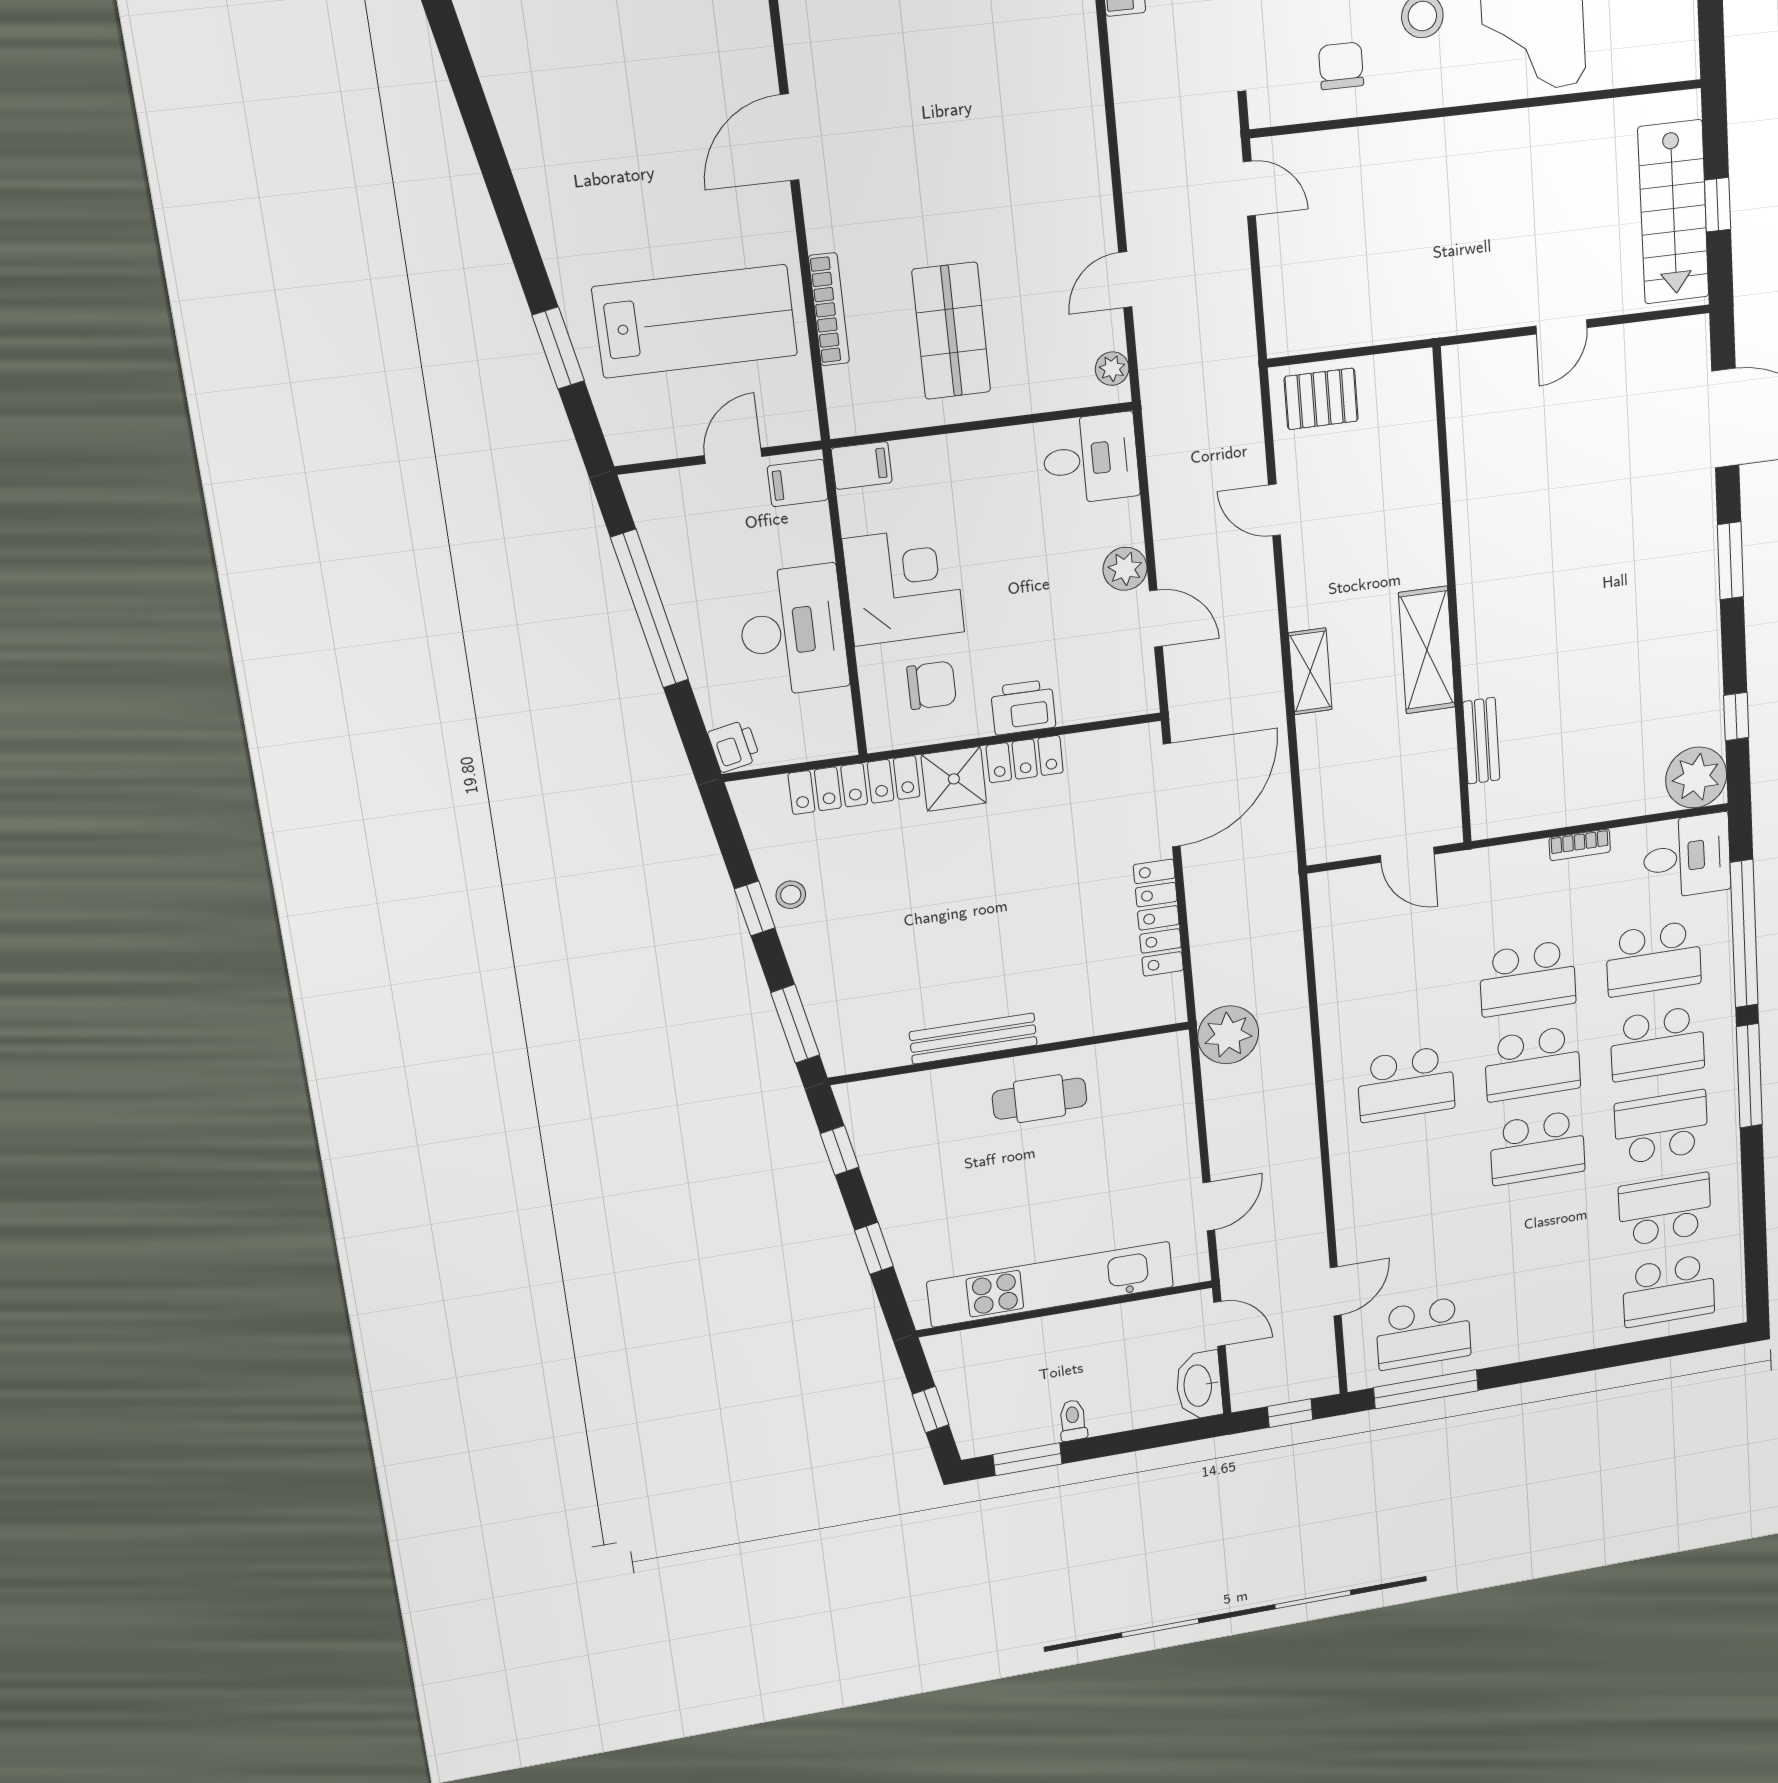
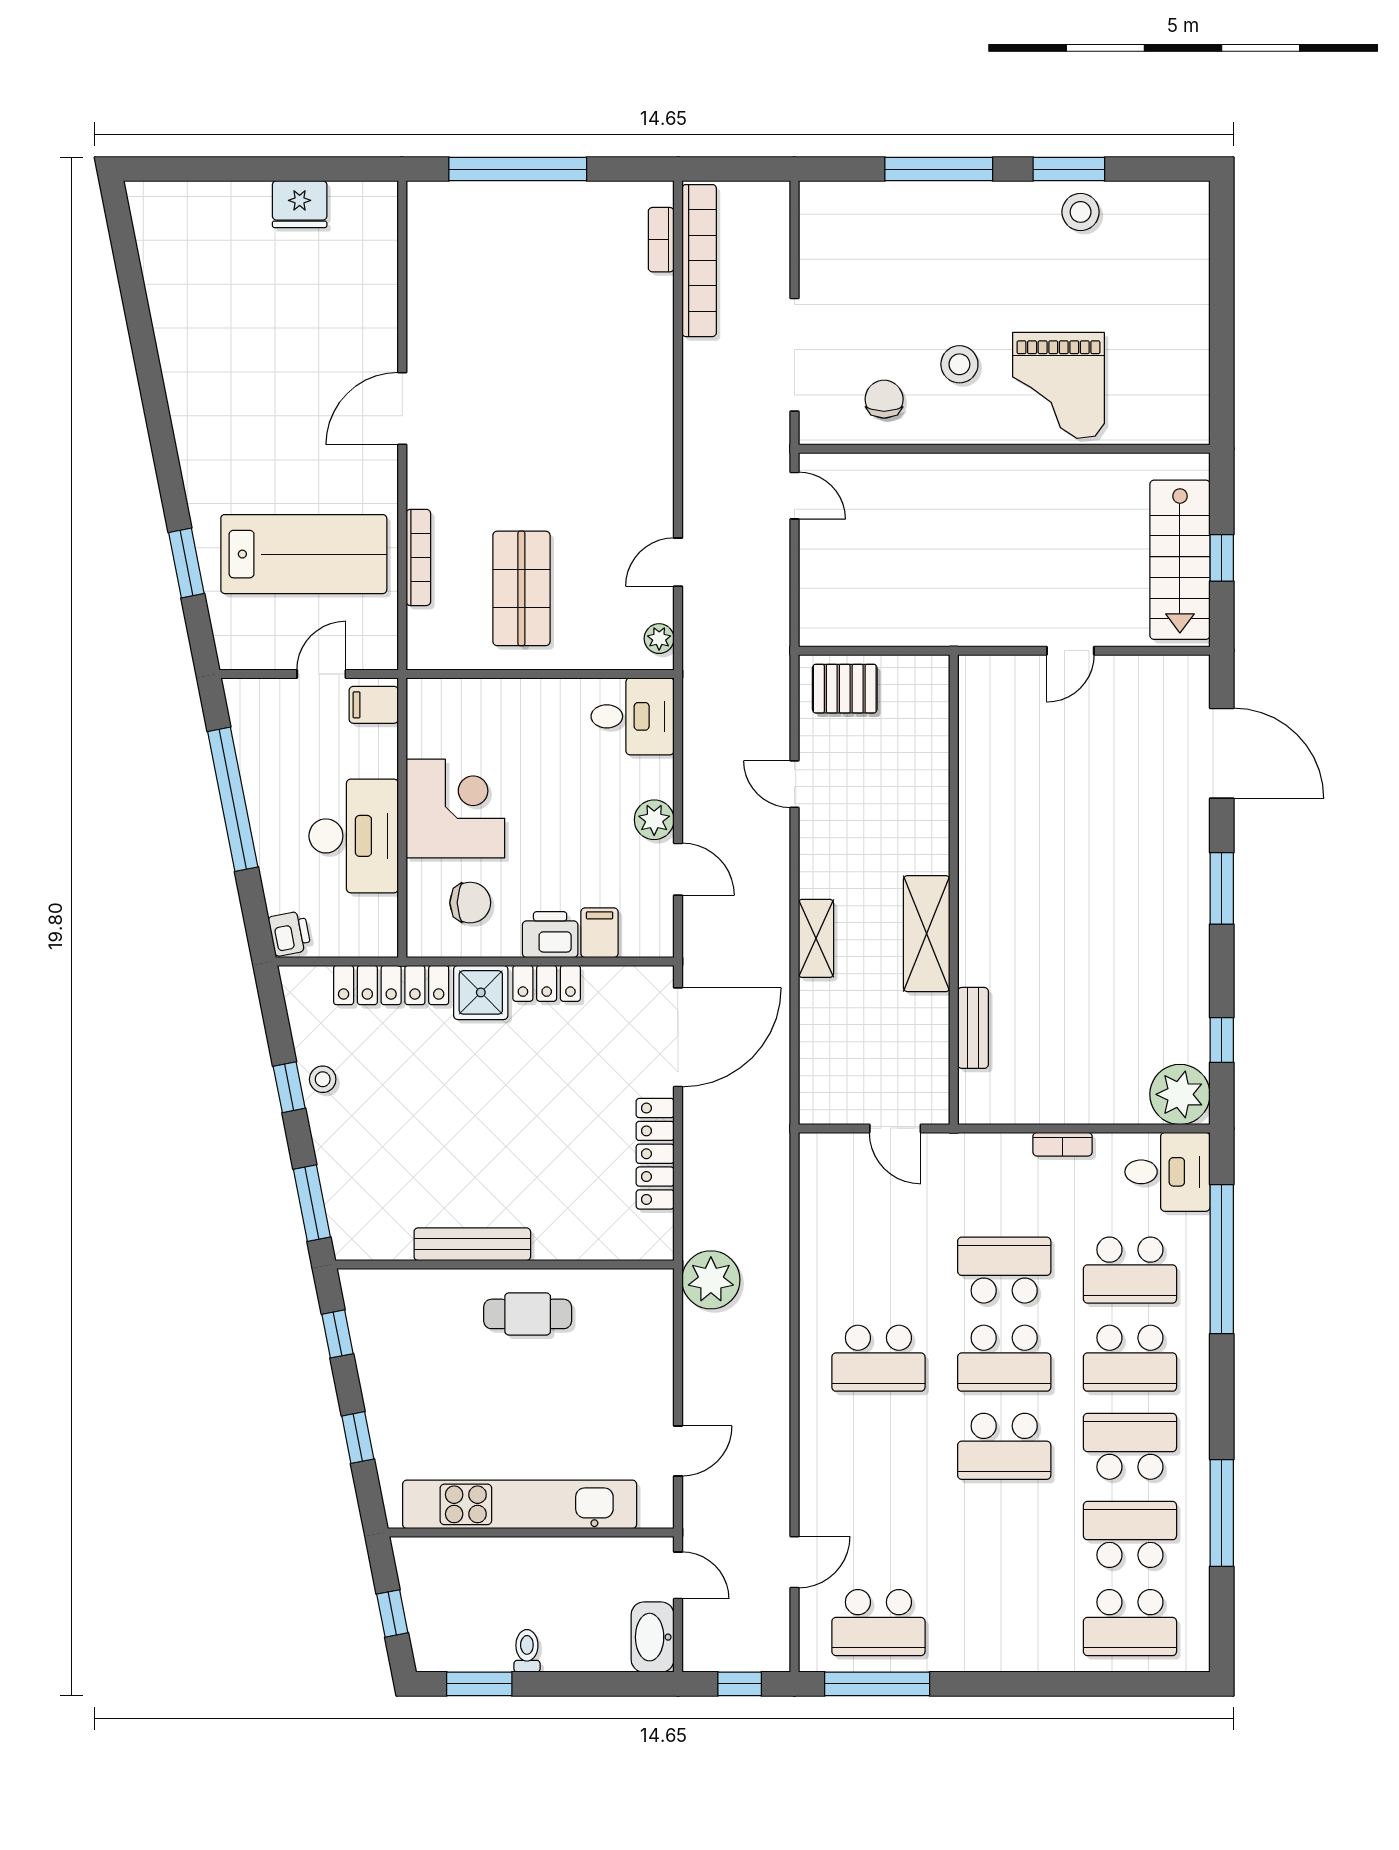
filing cabinet: (862, 465) -> (600, 933), moved, turned -90
school desk: (1528, 978) -> (1004, 1270), turned 180
window: (1749, 1076) -> (1222, 1513), moved

